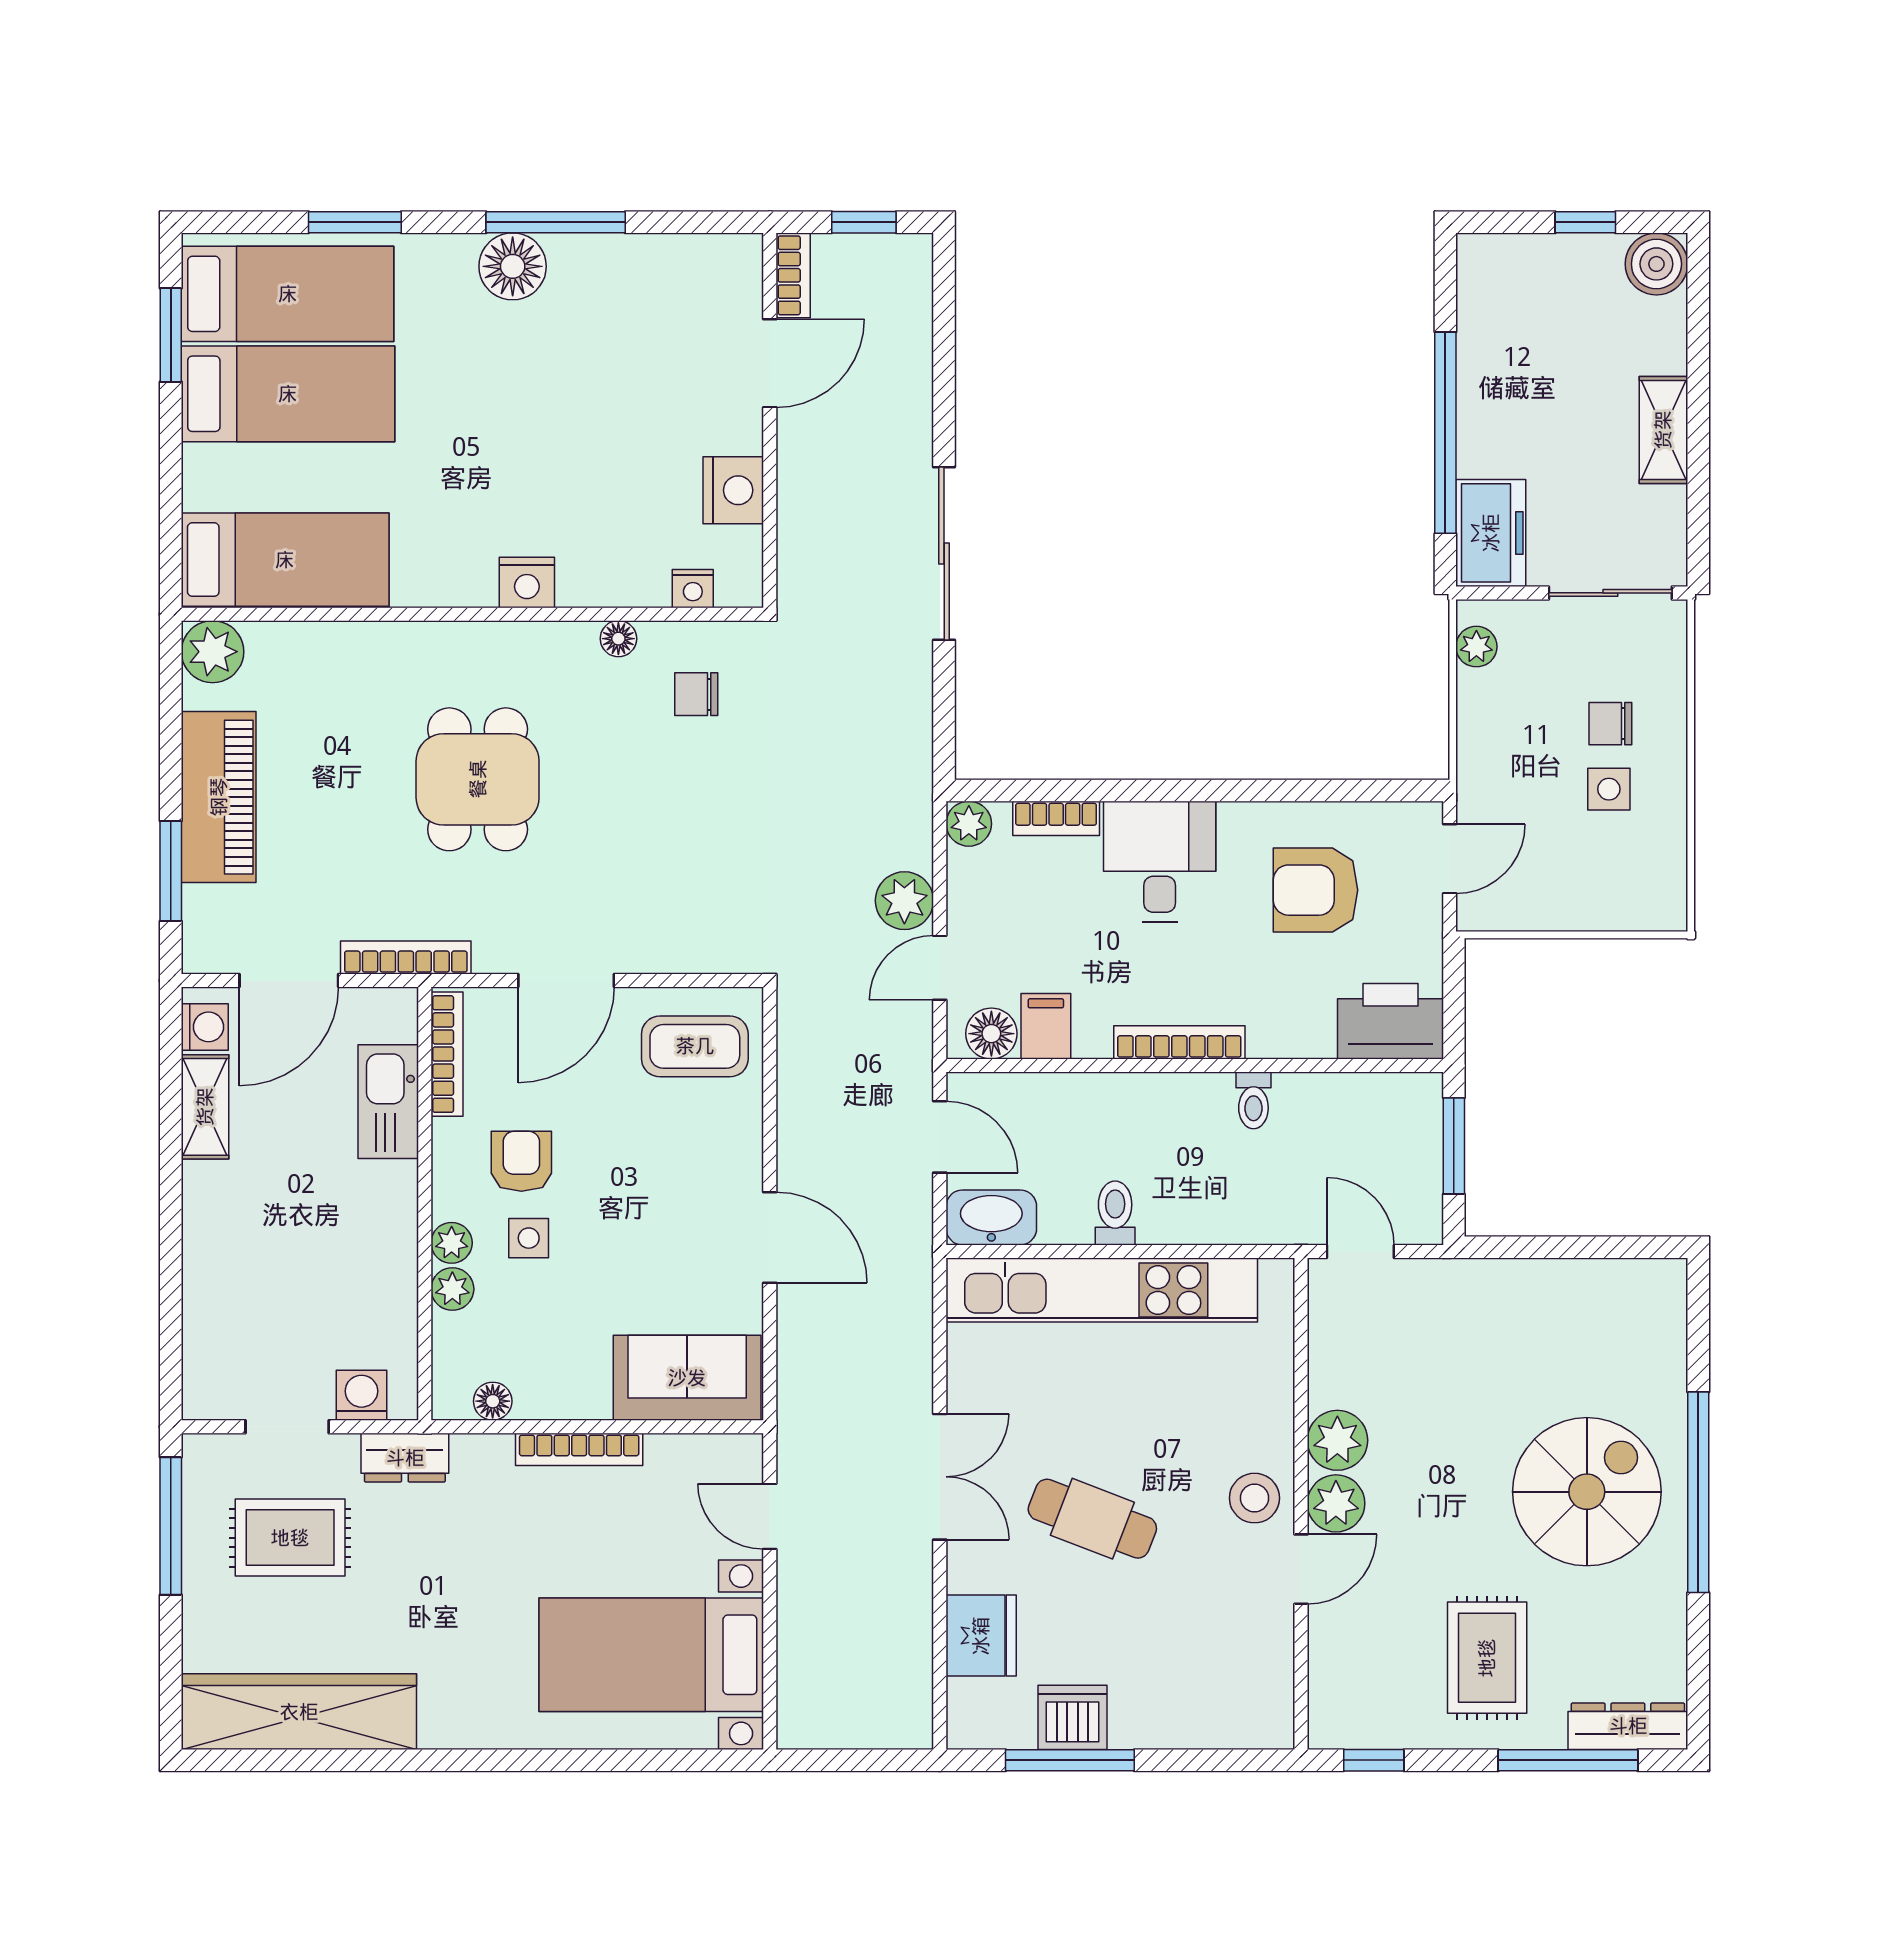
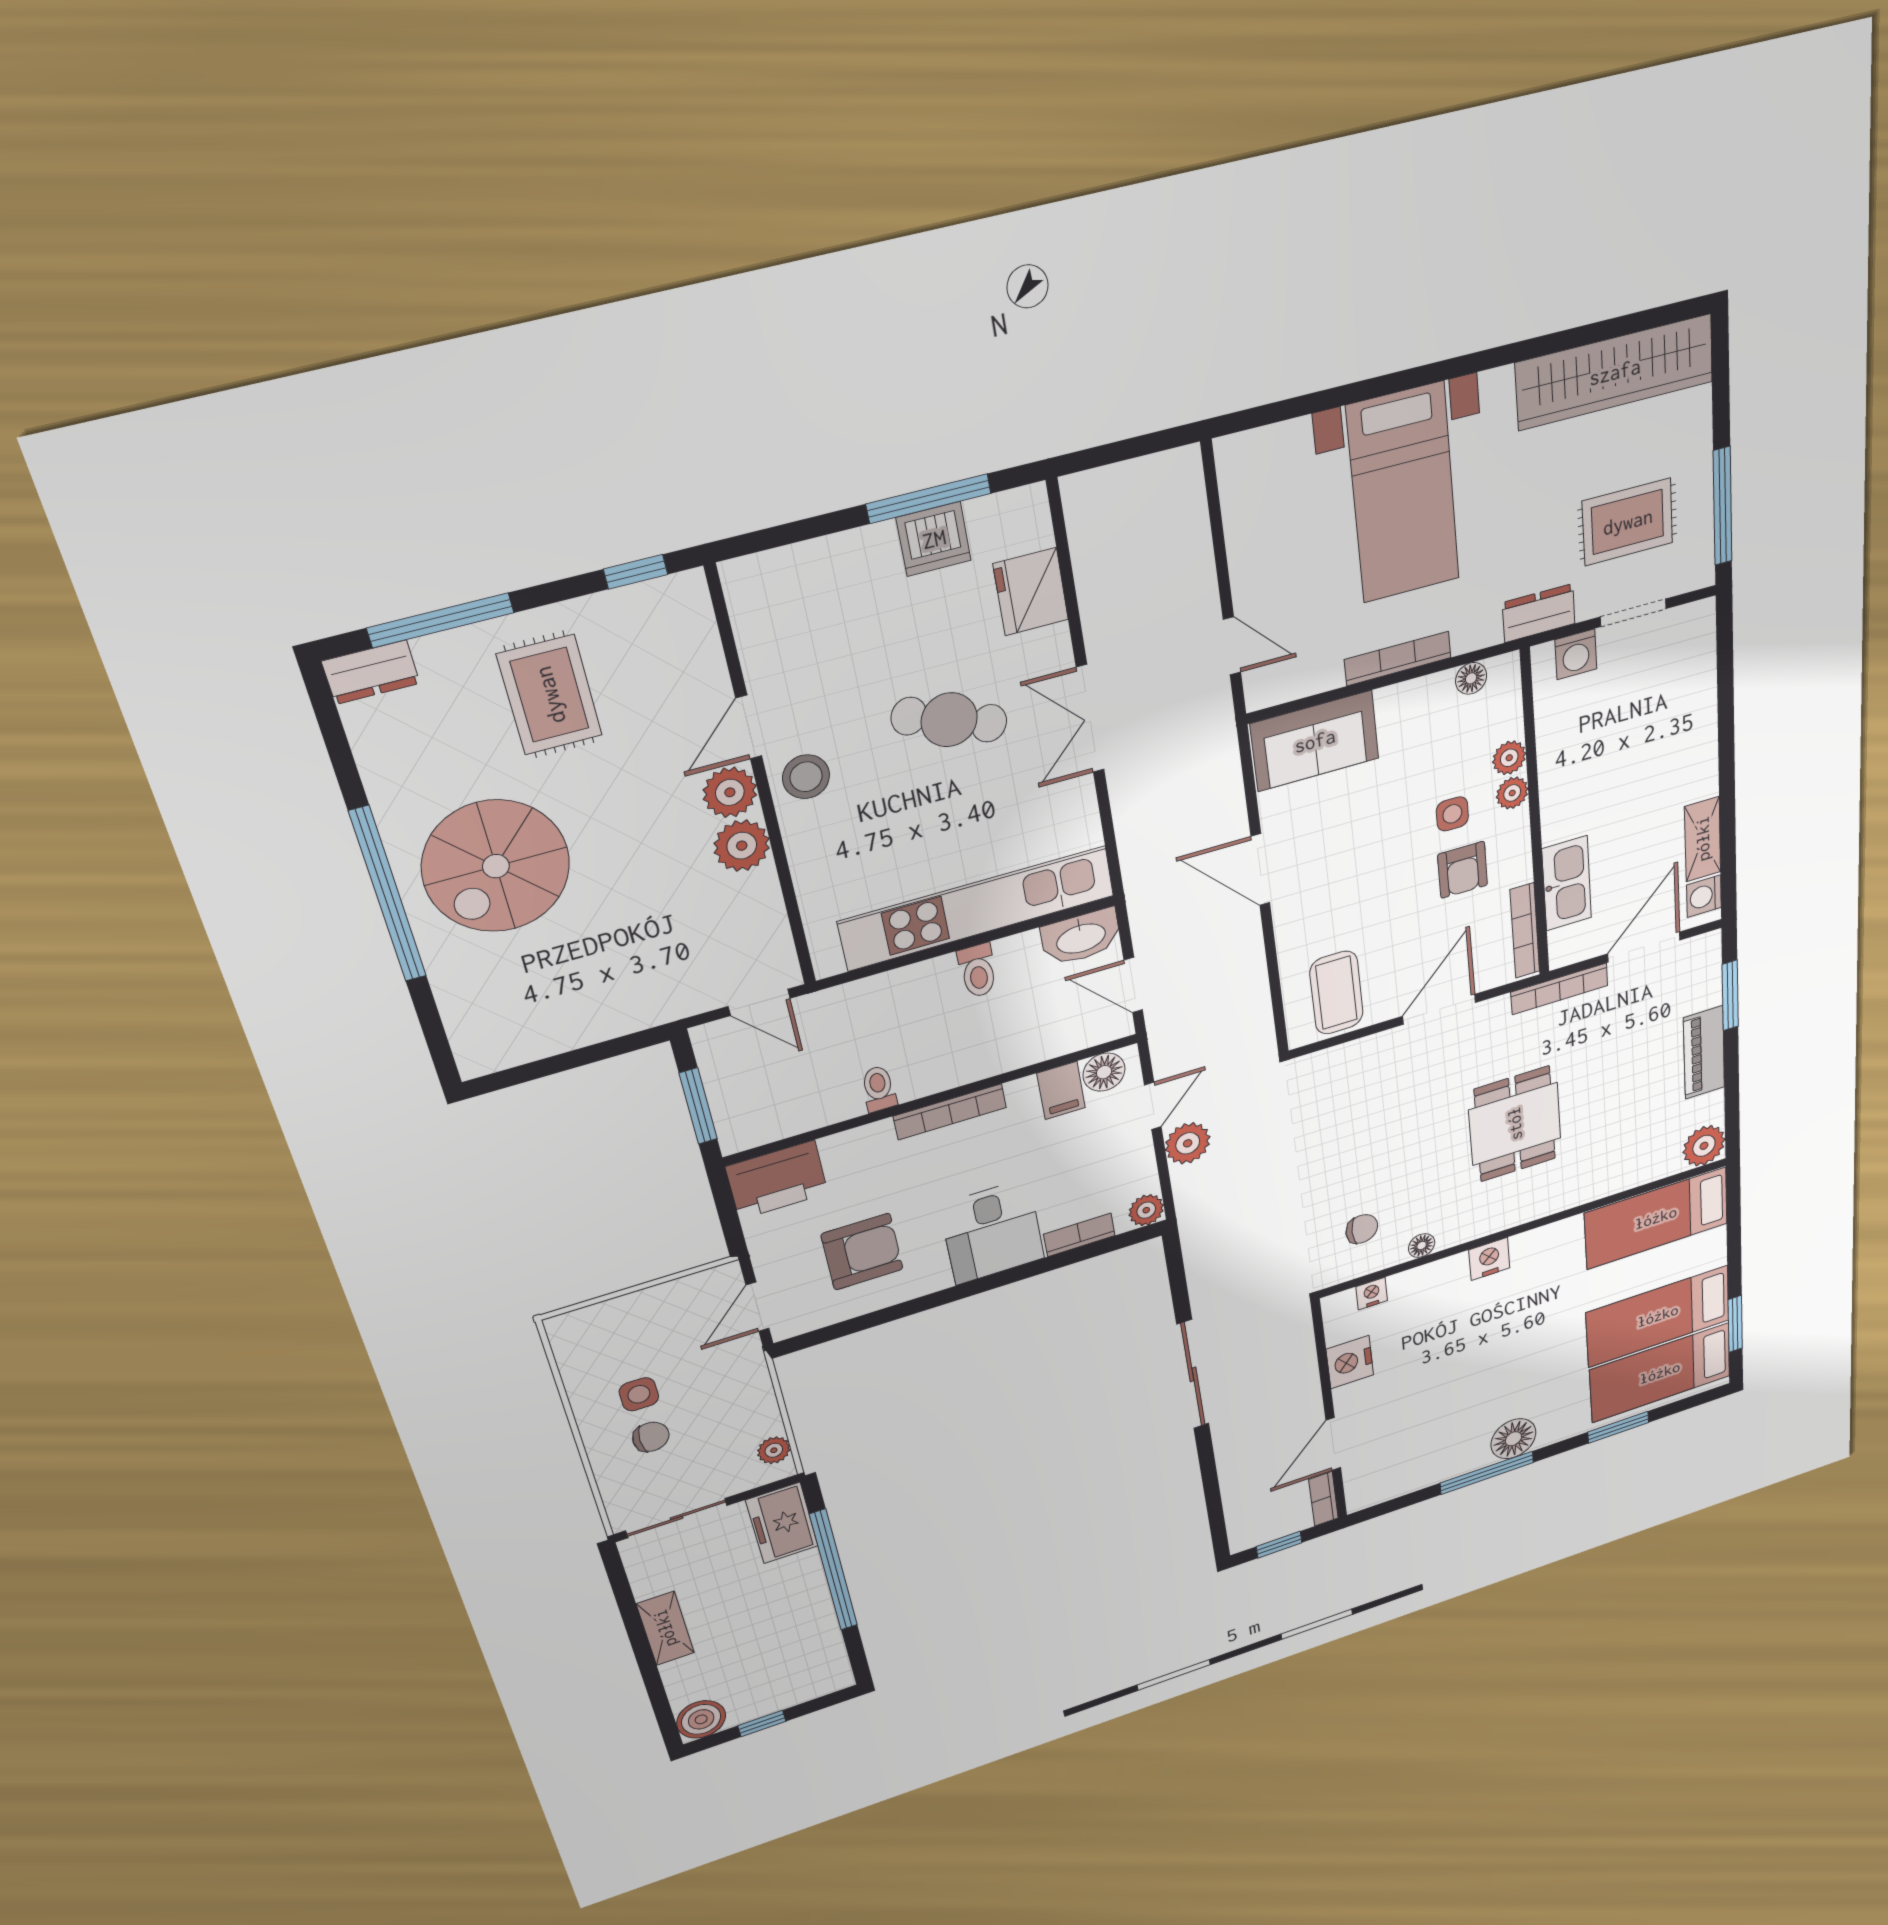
piano: (219, 797) -> (1704, 1053), width x0.73, depth x0.75
coffee table: (695, 1046) -> (1336, 993), turned 90
bed with nightstands: (651, 1655) -> (1403, 493), moved, turned 90
dresser: (1628, 1726) -> (371, 672), width x0.70

